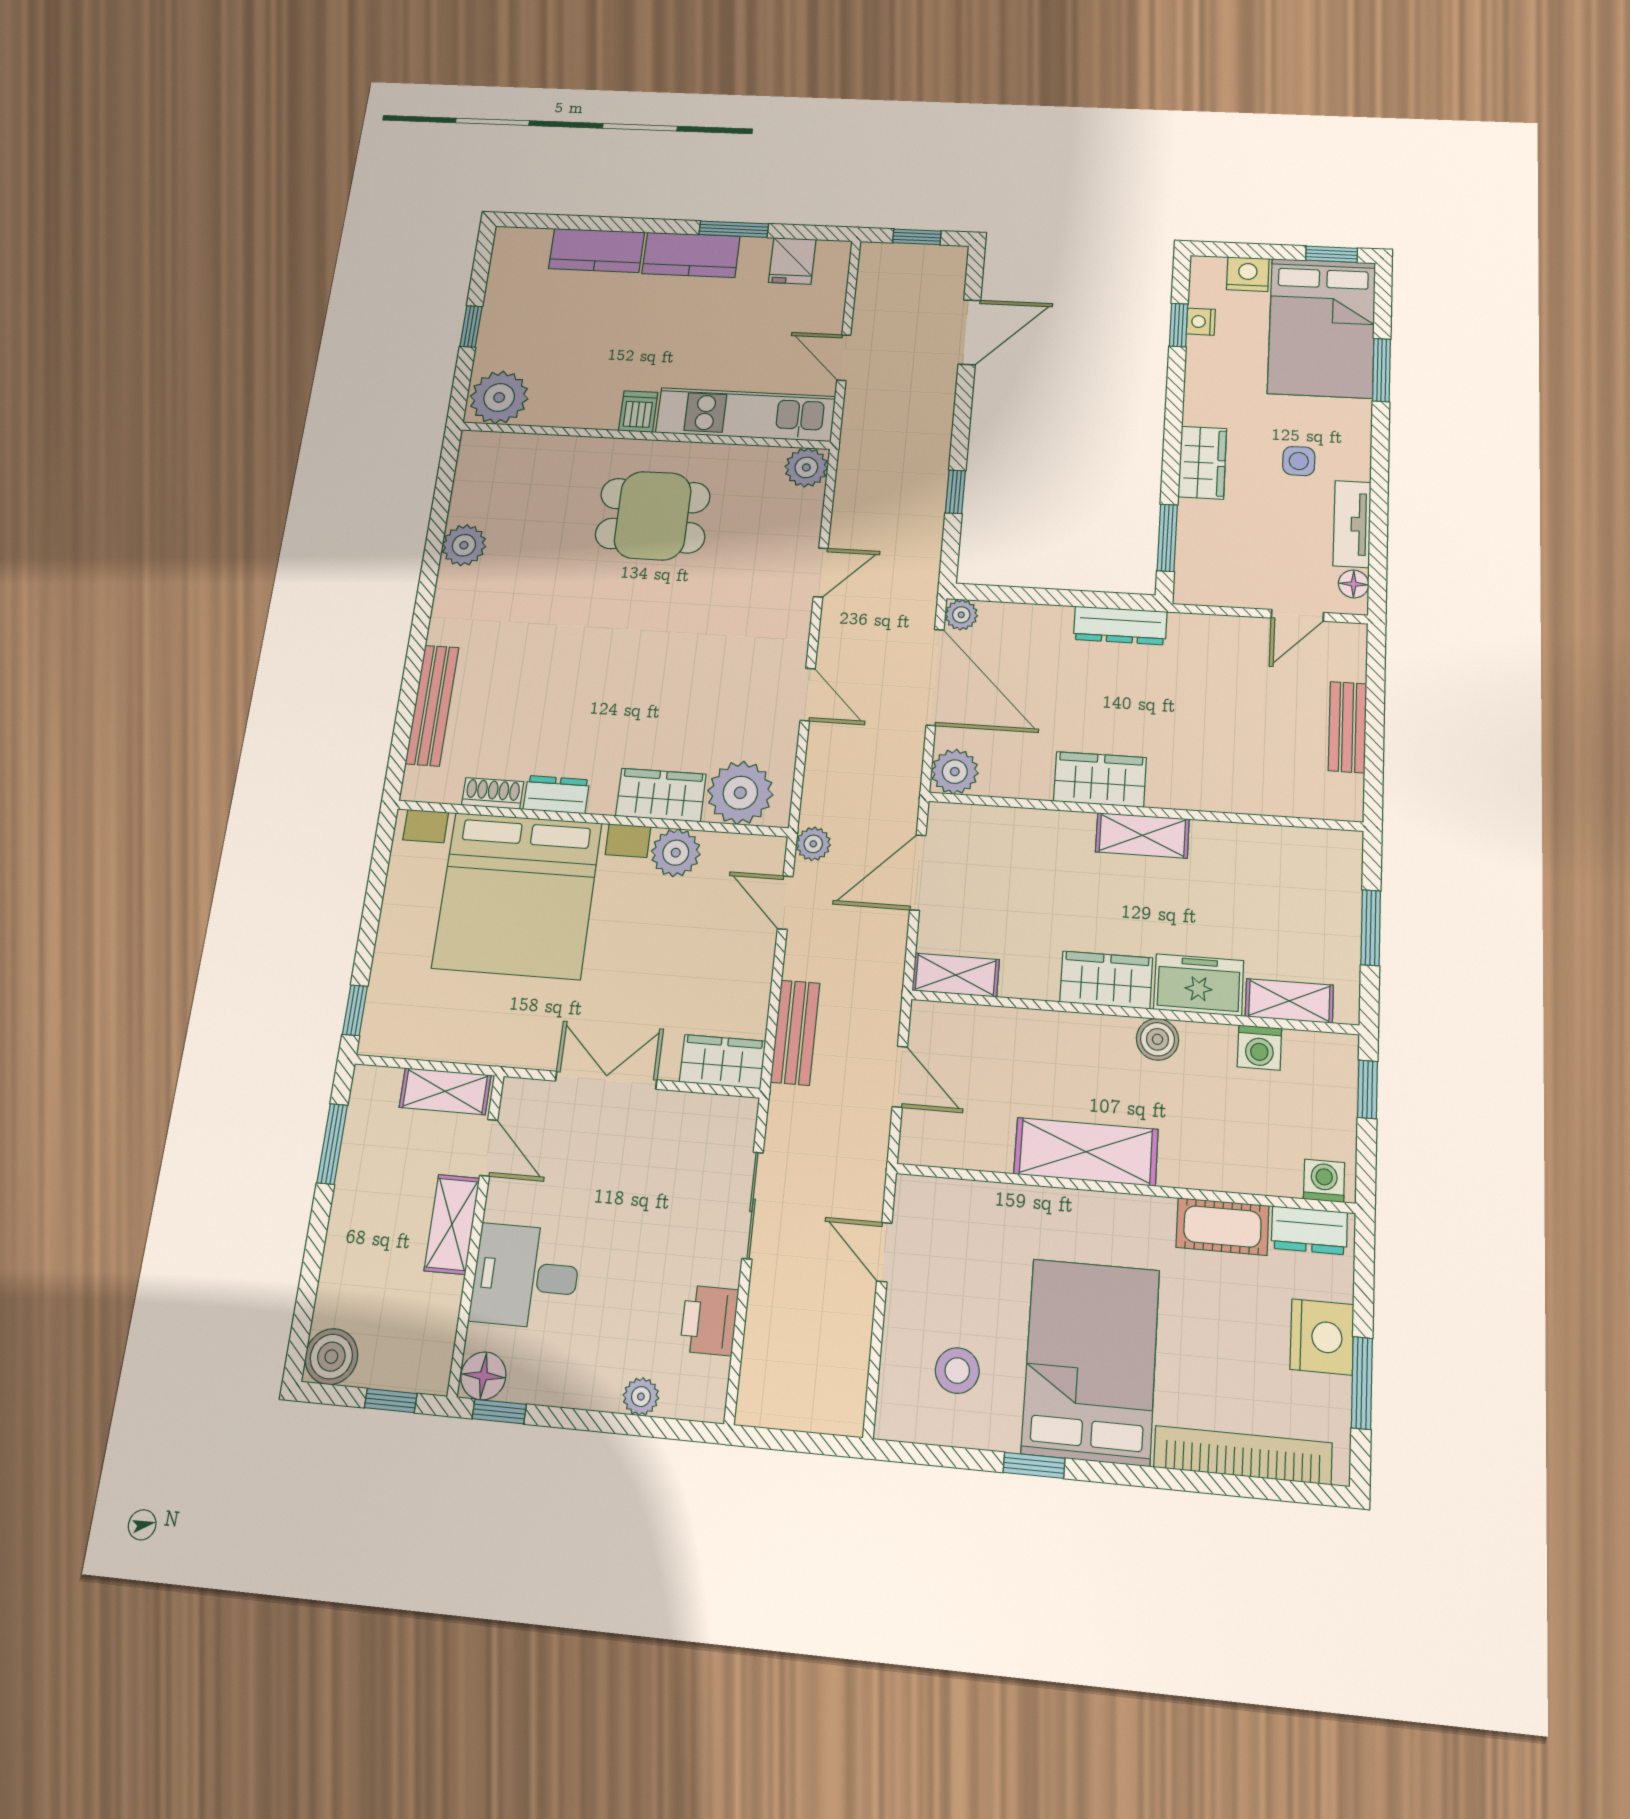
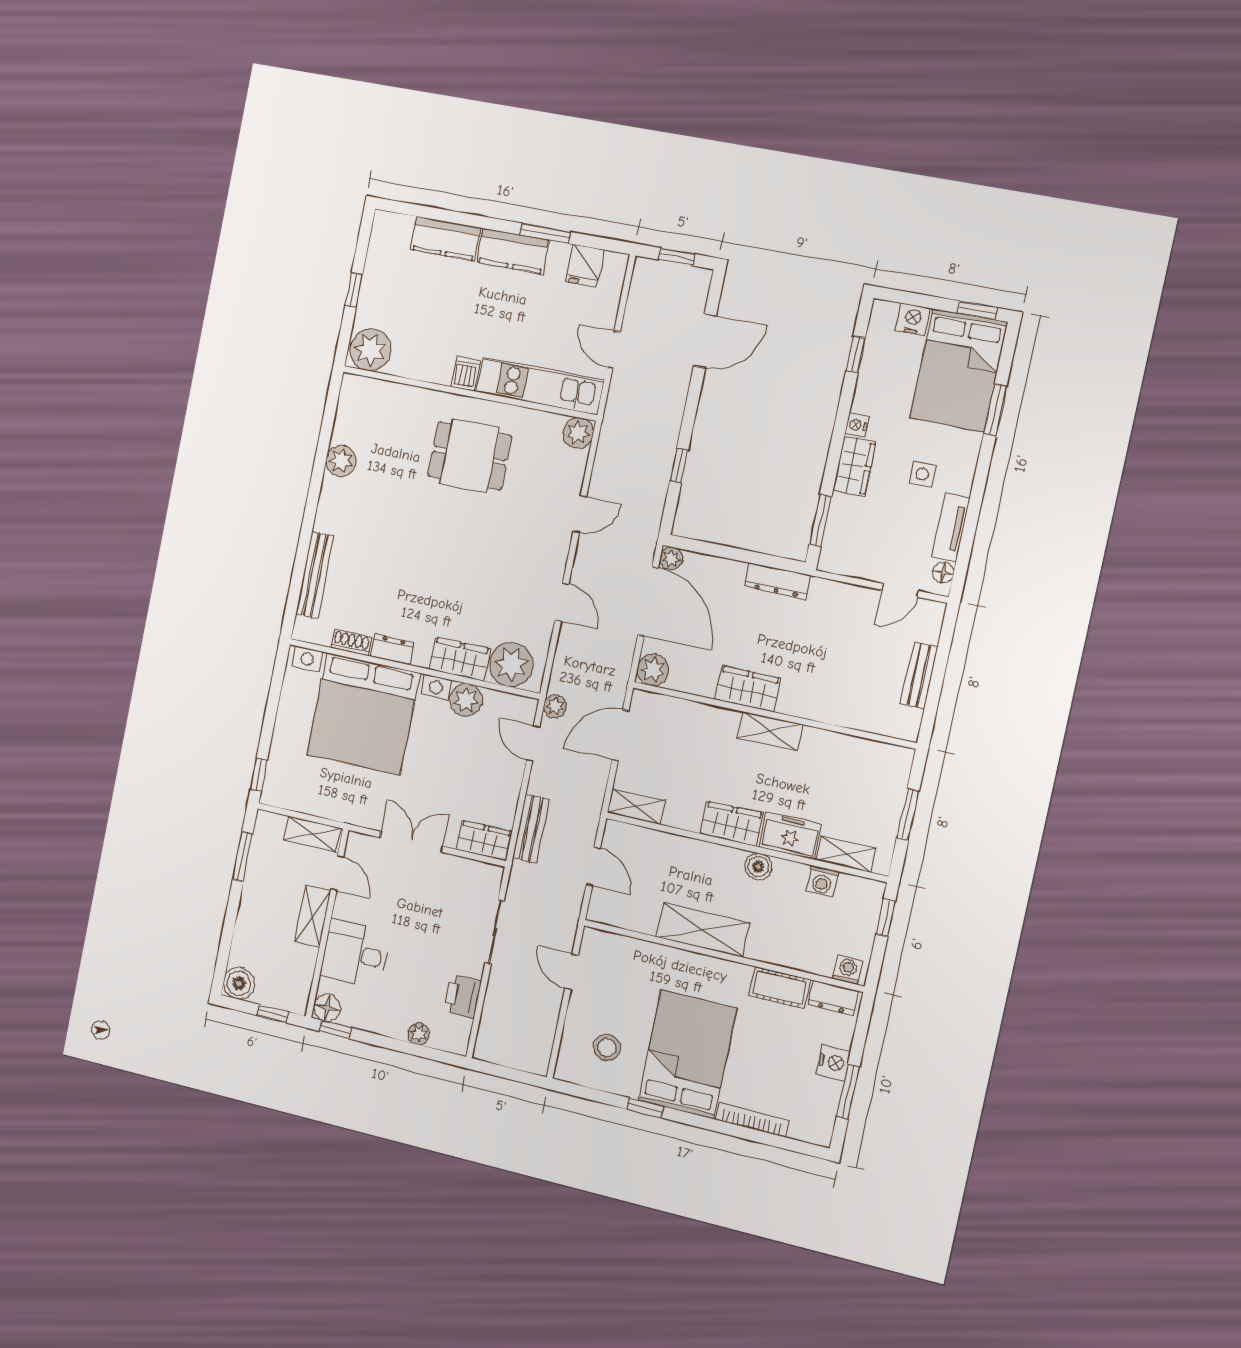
nightstand: (1201, 322) -> (857, 425), moved
nightstand: (1322, 1337) -> (834, 1063), width x0.74, depth x0.75
bookcase: (1243, 1455) -> (752, 1120), width x0.68, depth x0.76

